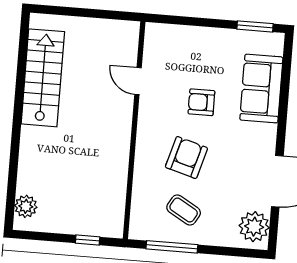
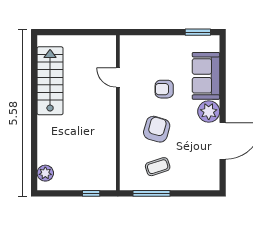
coffee table: (184, 210) -> (158, 167), turned -48
plant: (254, 227) -> (209, 112), moved

